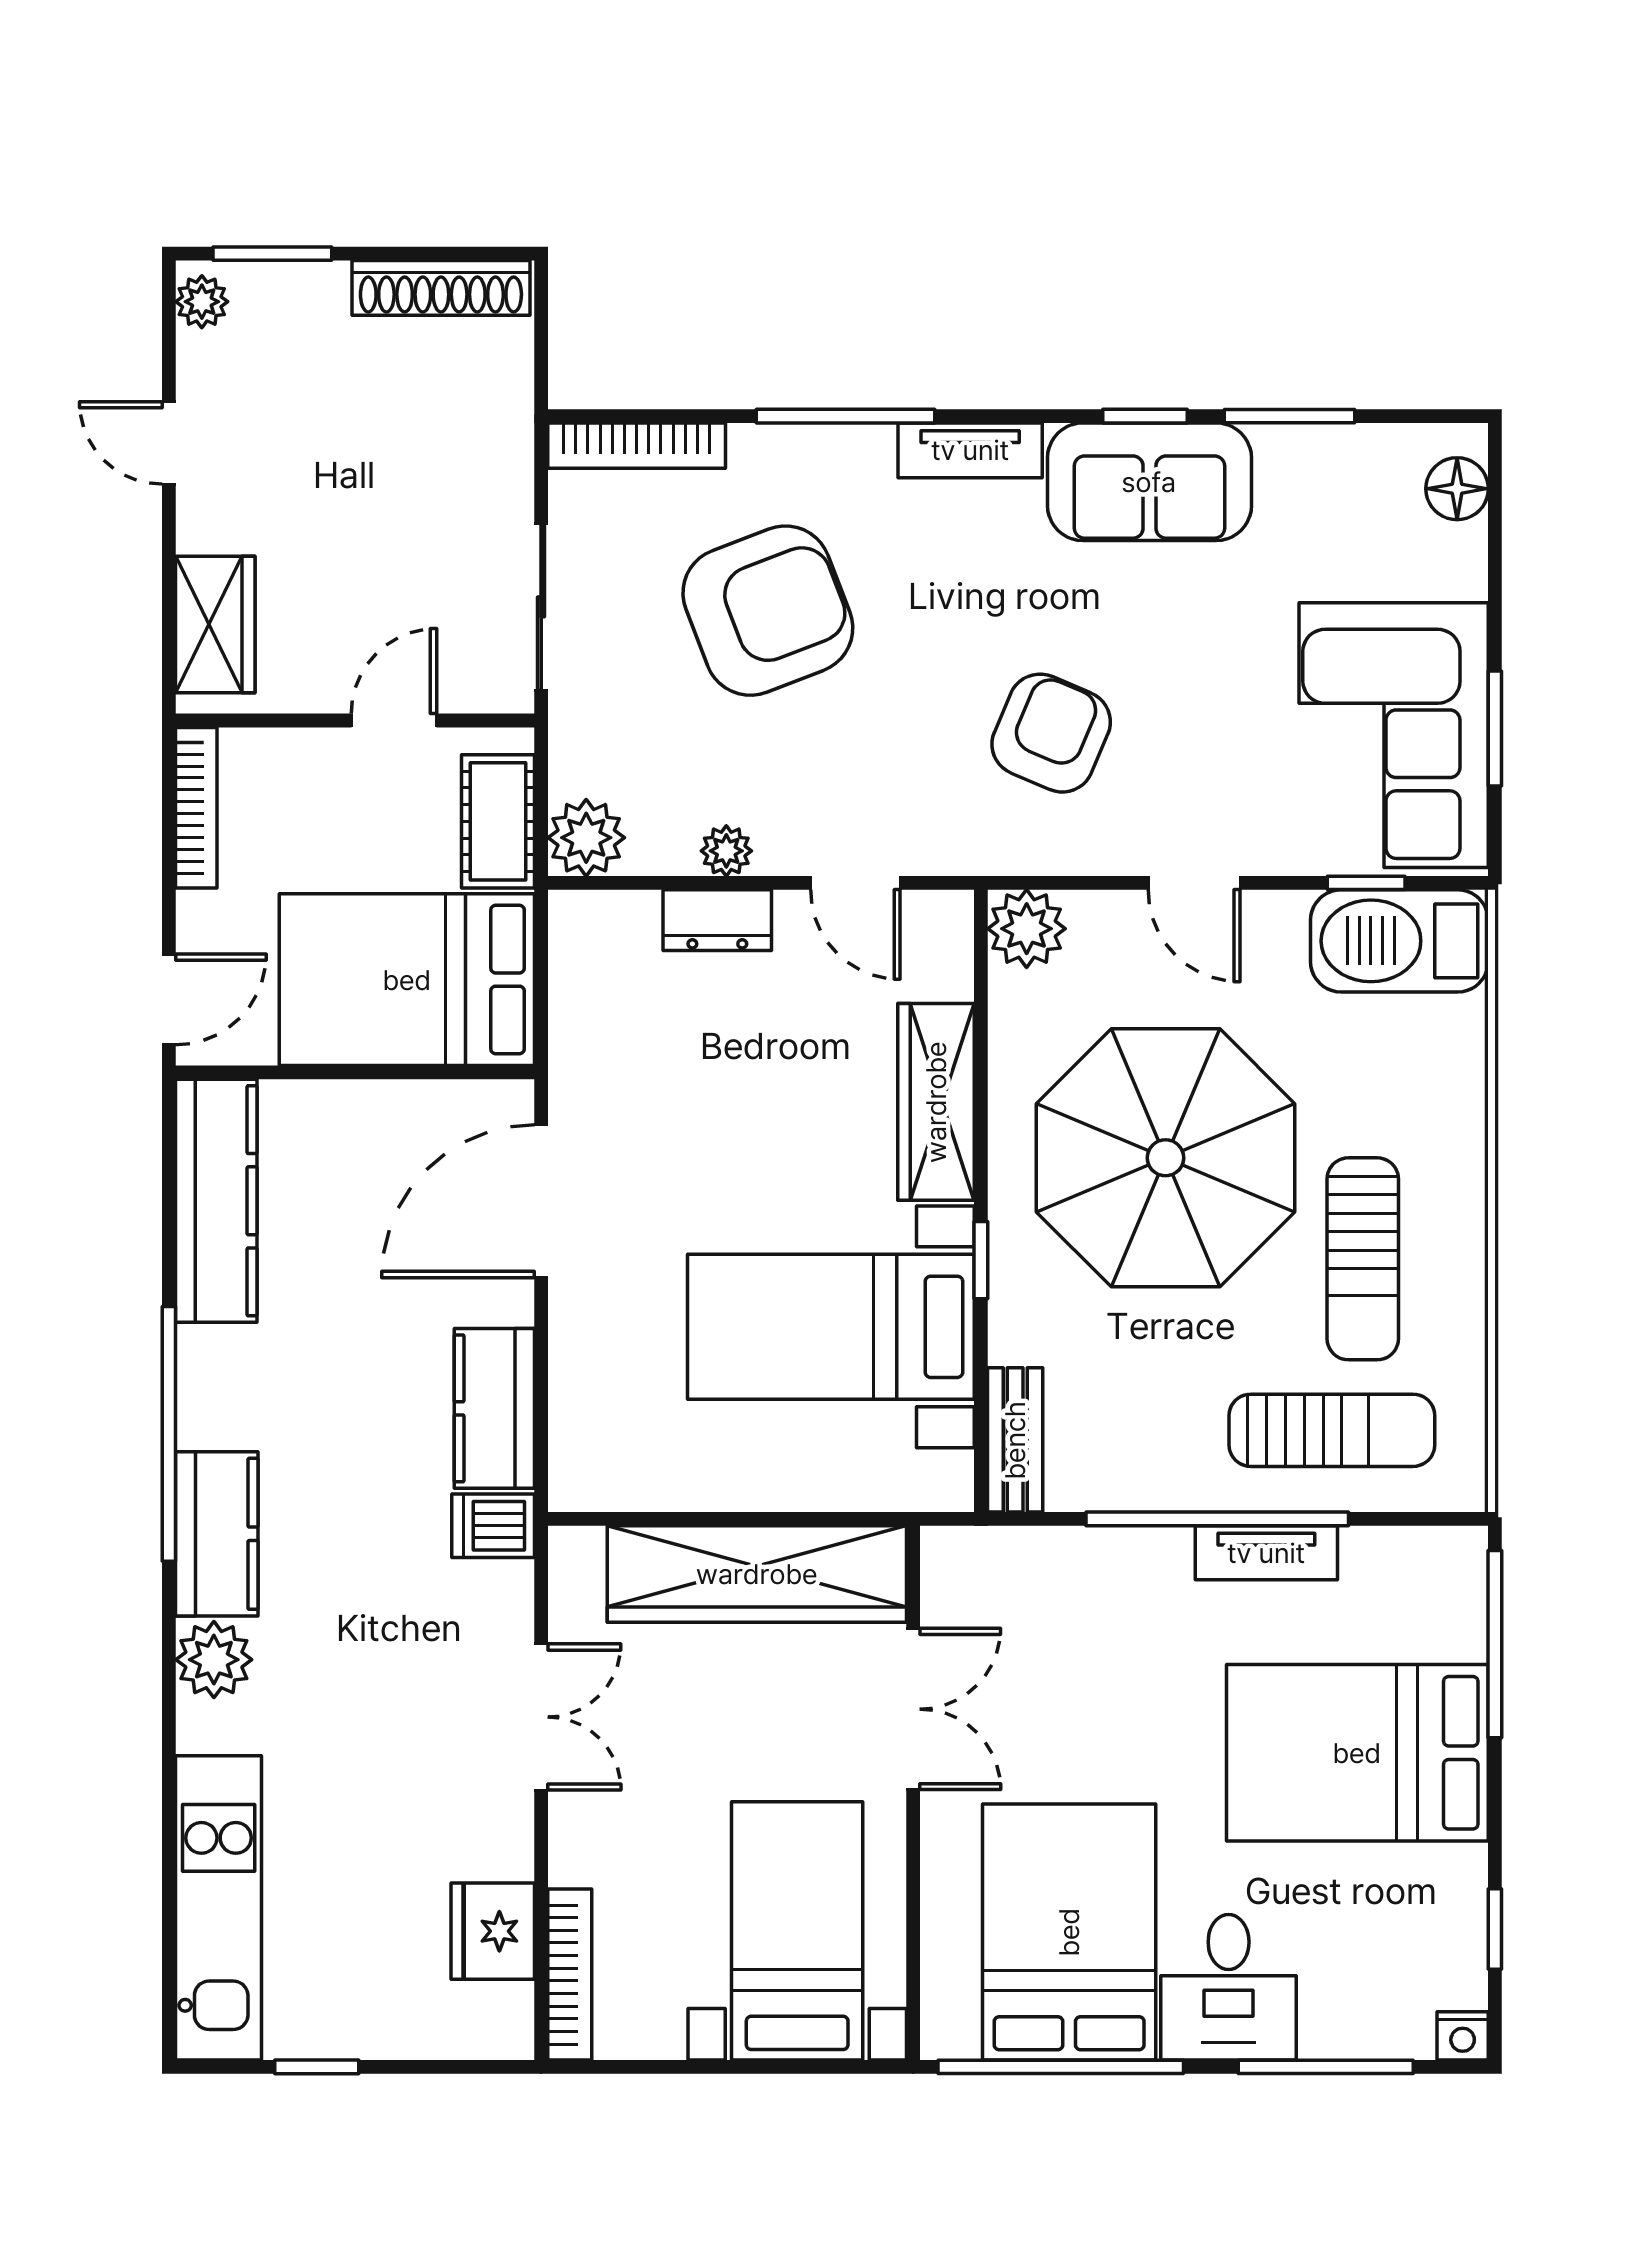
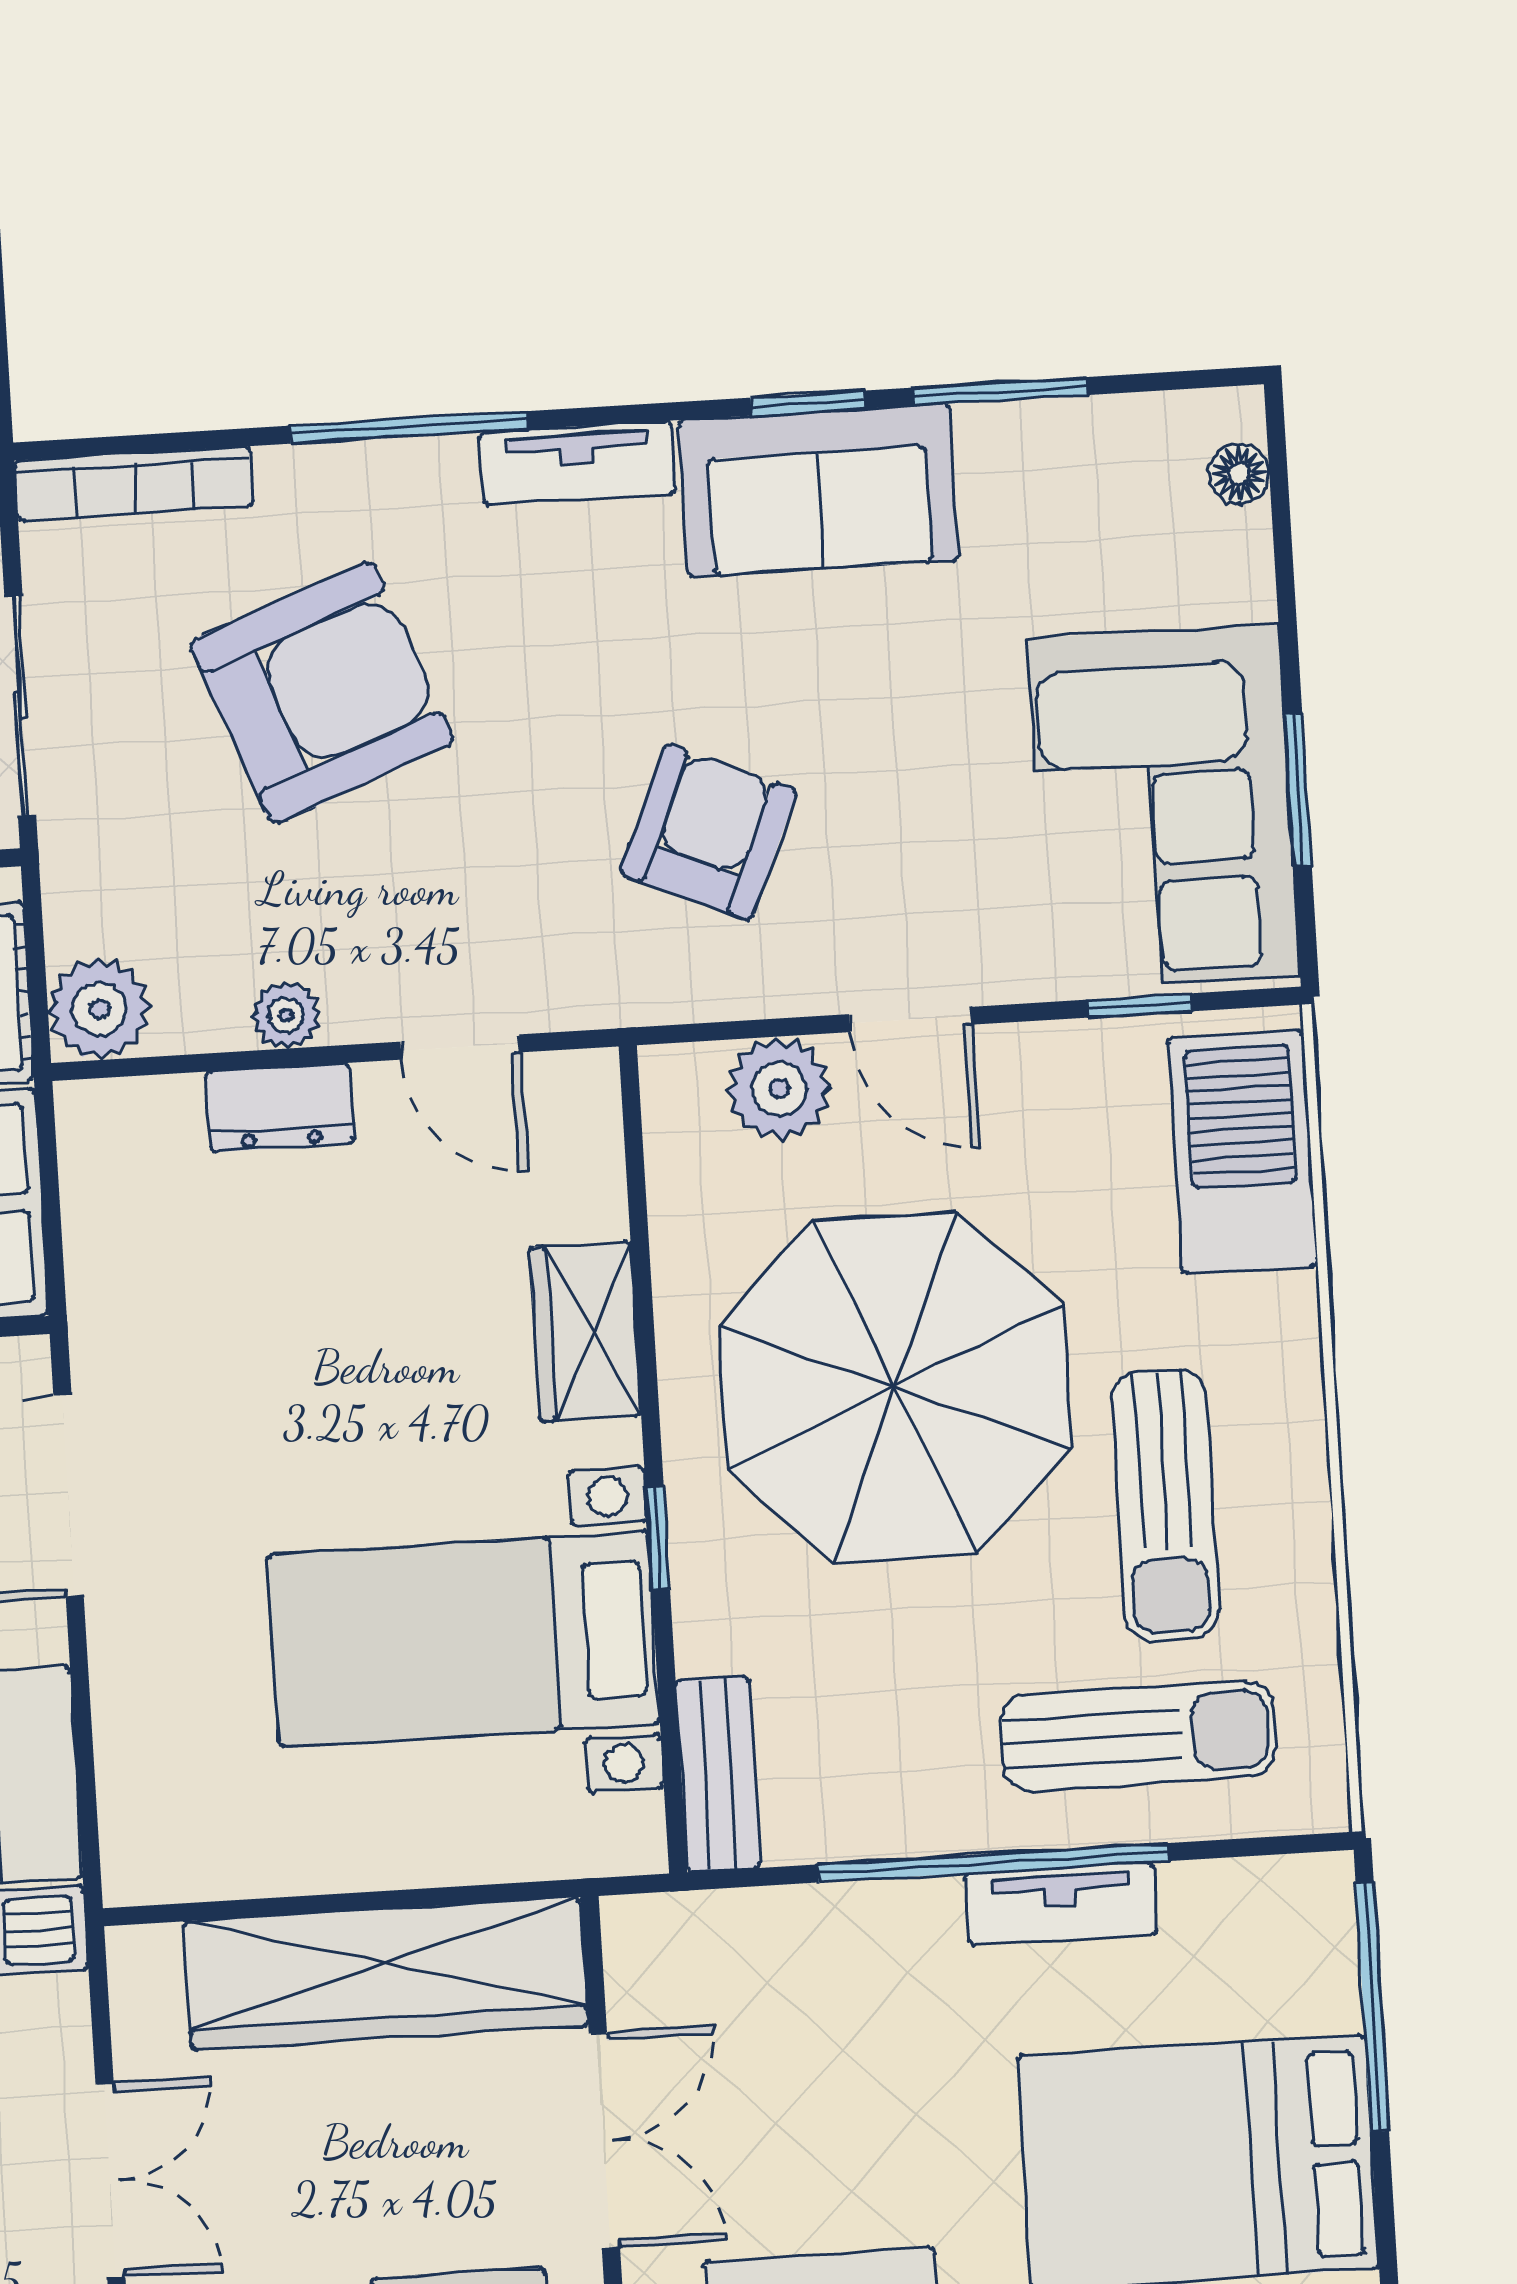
floor lamp: (1457, 489) -> (1239, 474), width x0.73, depth x0.73
plant: (1027, 929) -> (779, 1089), moved
barbecue: (1399, 941) -> (1243, 1152), moved, turned 90
wardrobe: (936, 1102) -> (585, 1331), width x0.67

